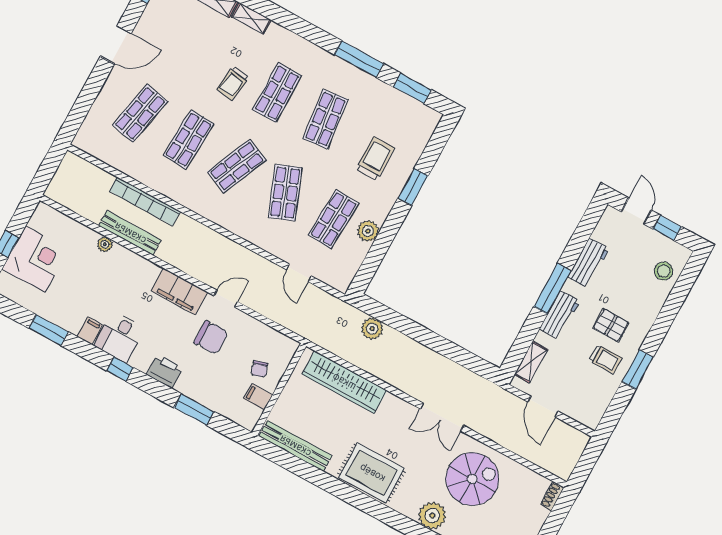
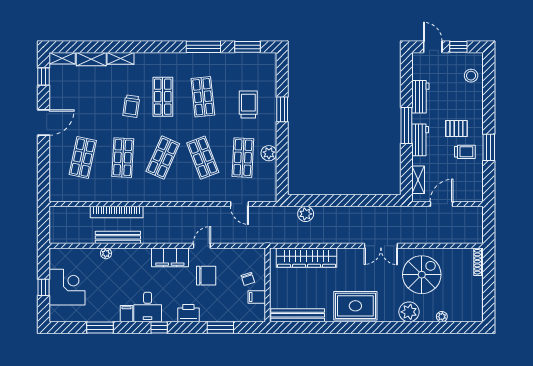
door: (543, 407) -> (442, 204), swing flipped
shoe rack: (552, 496) -> (478, 262), width x1.43

